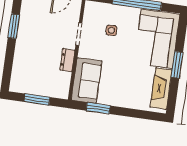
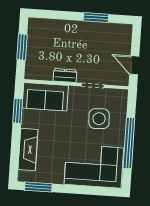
side table: (111, 30) -> (99, 119), width x1.87, depth x1.87
window: (177, 65) -> (38, 187), moved
fireplace: (161, 88) -> (28, 149), moved, turned 90

